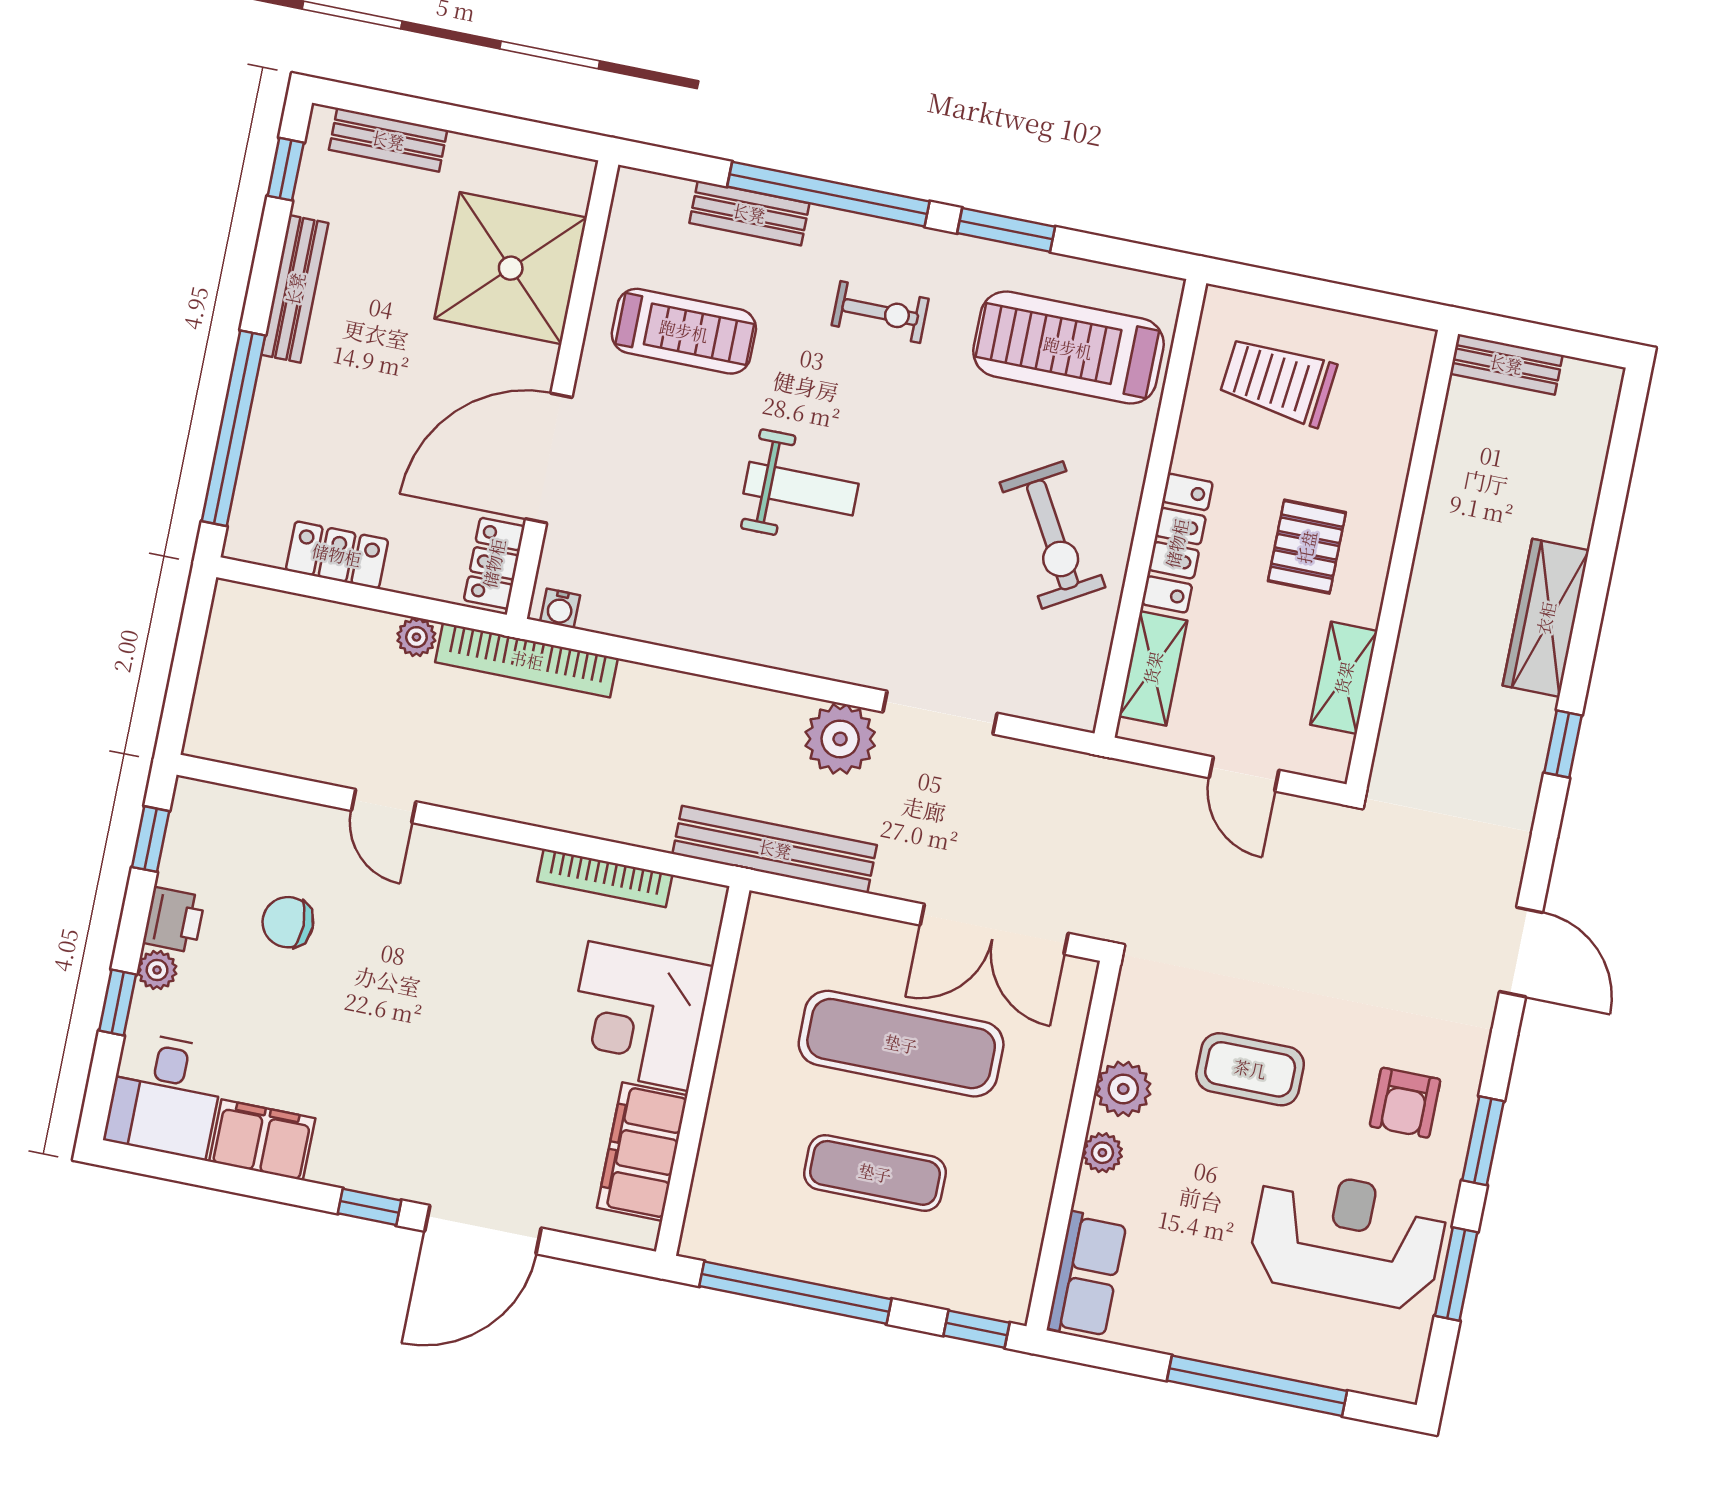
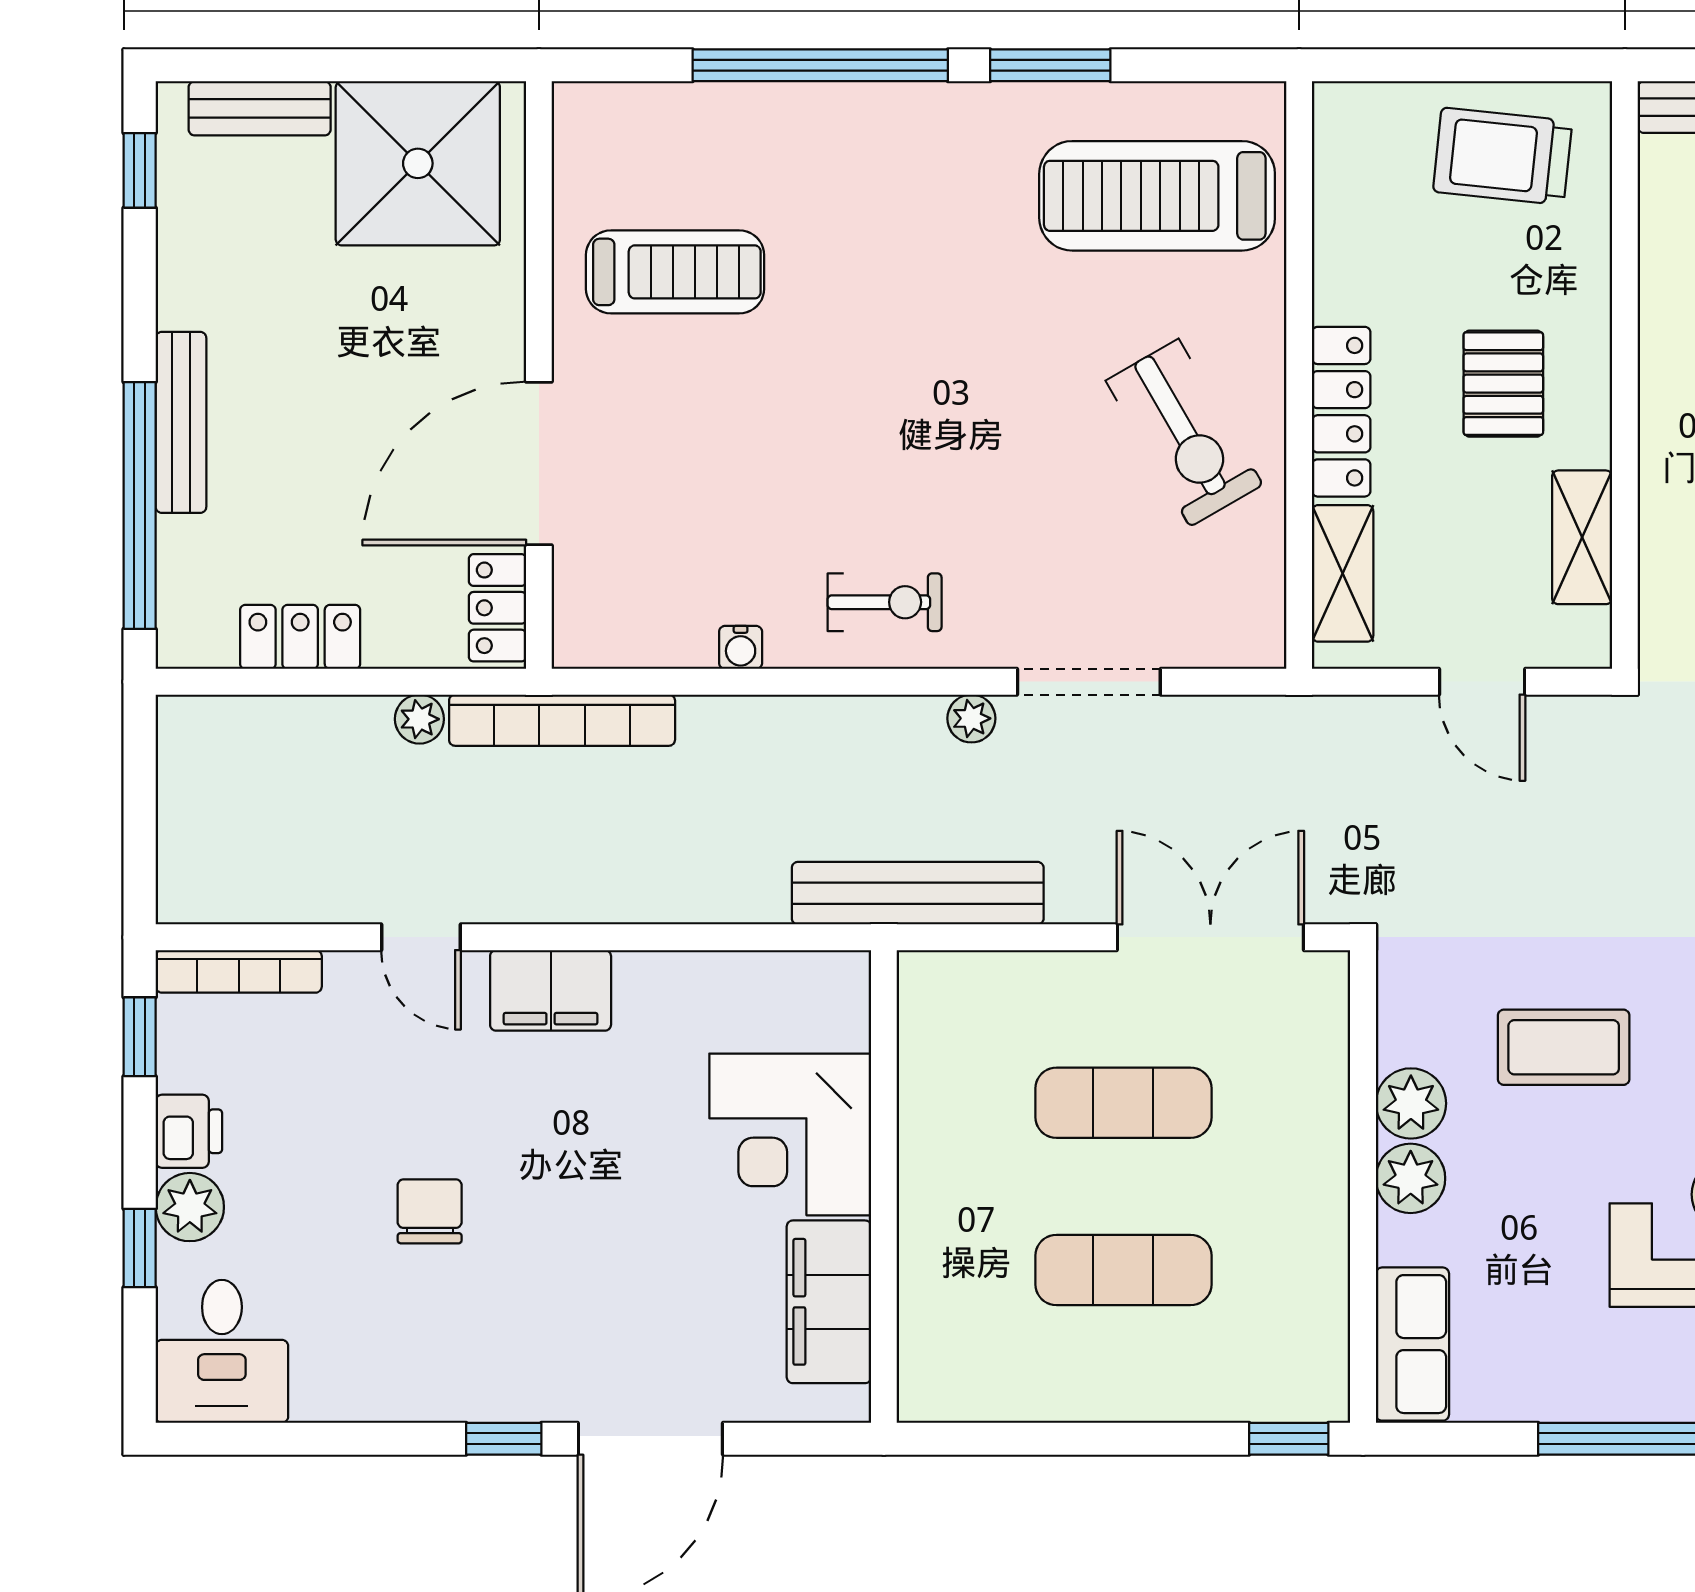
bench: (749, 213) -> (727, 109), removed
shower: (511, 268) -> (418, 163), moved
bench: (295, 289) -> (181, 422), moved
exercise bike: (880, 312) -> (885, 602), moved
trolley: (1278, 381) -> (1503, 156), moved
weight bench: (801, 489) -> (860, 438), removed
water cooler: (560, 608) -> (741, 647), moved
plant: (840, 739) -> (971, 718), width x0.53, depth x0.53
bookcase: (605, 878) -> (239, 971), moved
chair: (288, 922) -> (430, 1211), moved, turned 90
double door: (994, 929) -> (1210, 937), swing flipped
plant: (157, 970) -> (190, 1207), width x1.38, depth x1.38
exercise mat: (901, 1044) -> (1123, 1103), width x0.73, depth x0.69
filing cabinet: (262, 1140) -> (551, 990), moved, turned 180
plant: (1102, 1153) -> (1411, 1178), width x1.38, depth x1.38
window: (795, 1293) -> (1055, 1439), removed

